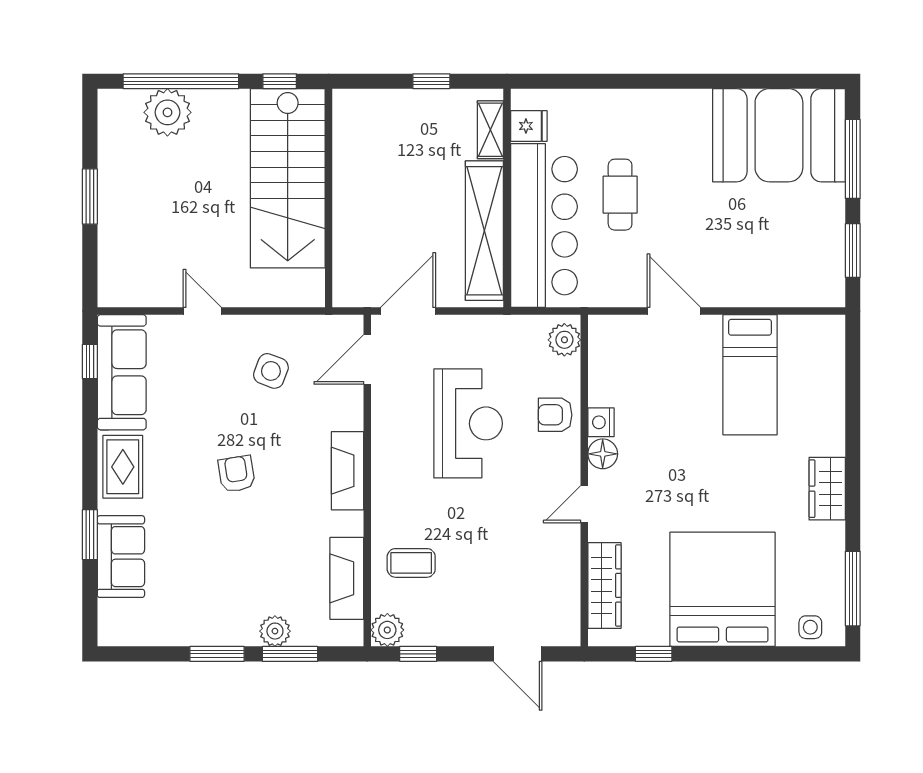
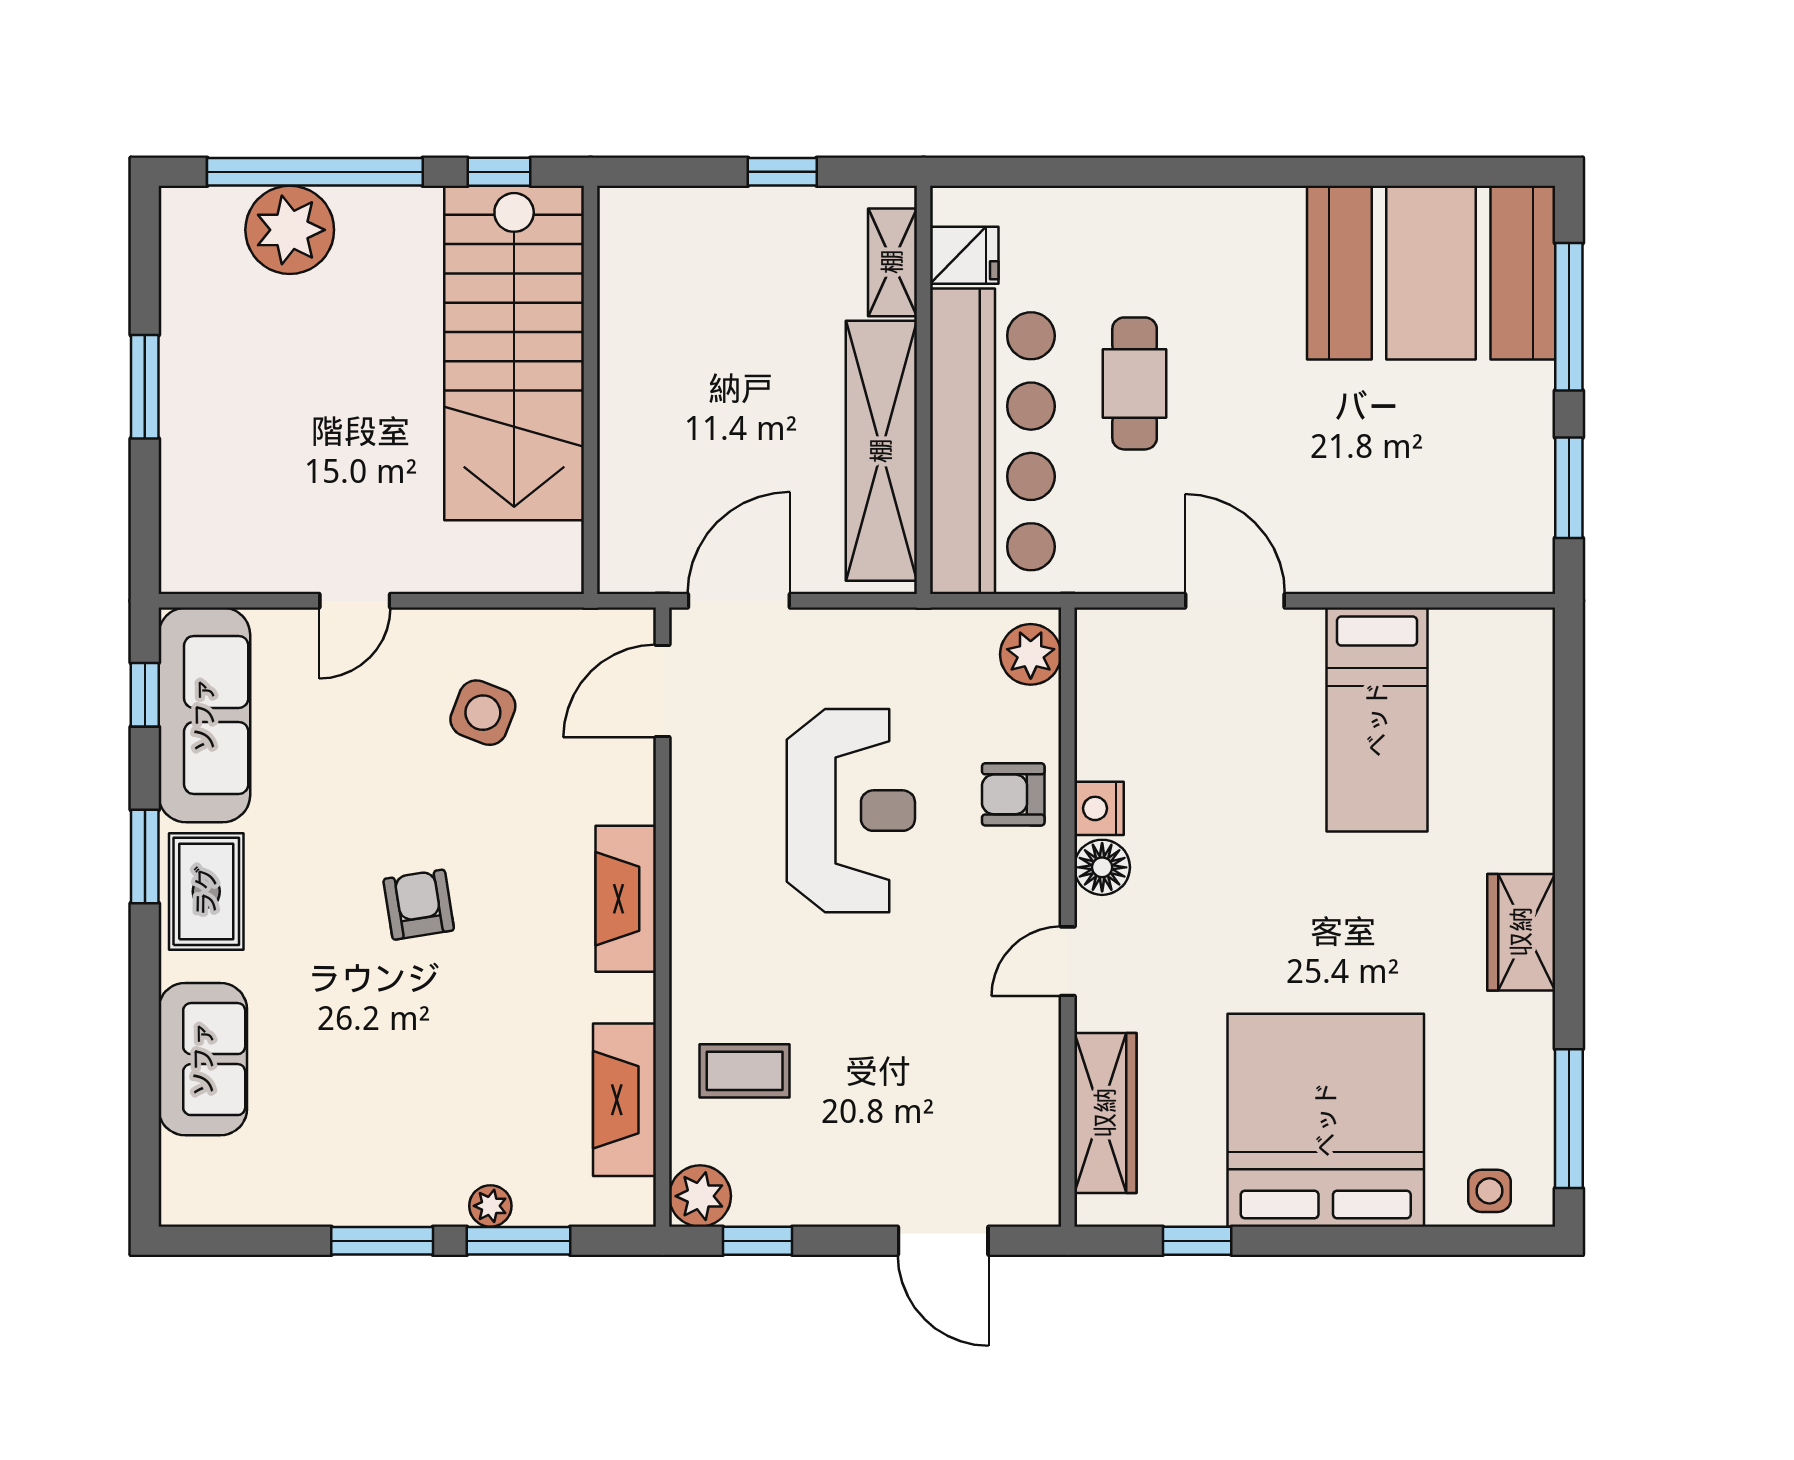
door: (202, 311) -> (355, 601), swing flipped
window: (90, 535) -> (145, 857), moved
plant: (275, 631) -> (490, 1206), width x0.73, depth x0.73

